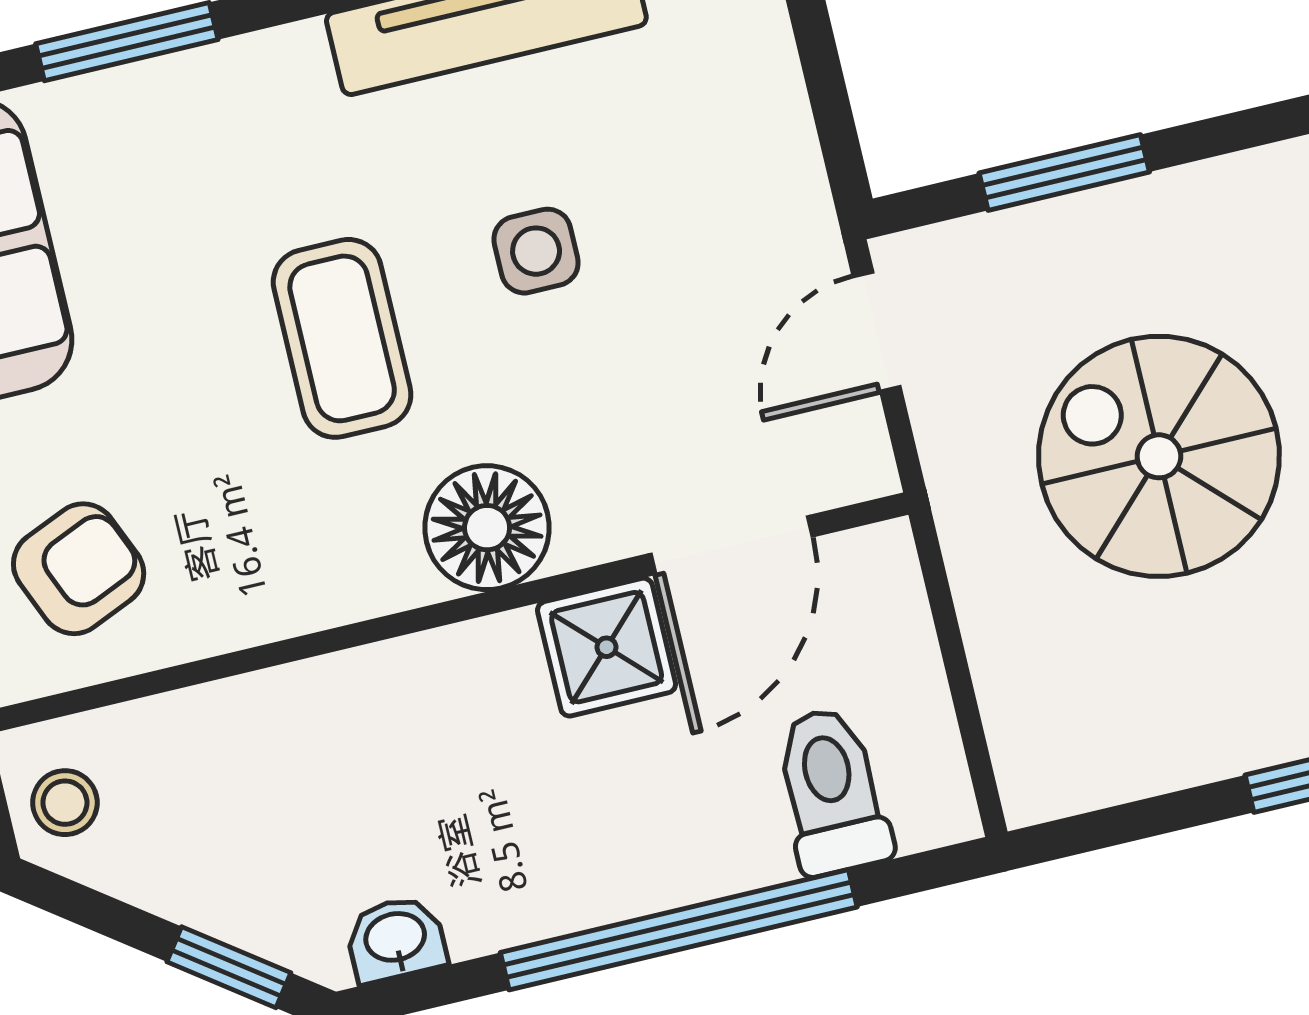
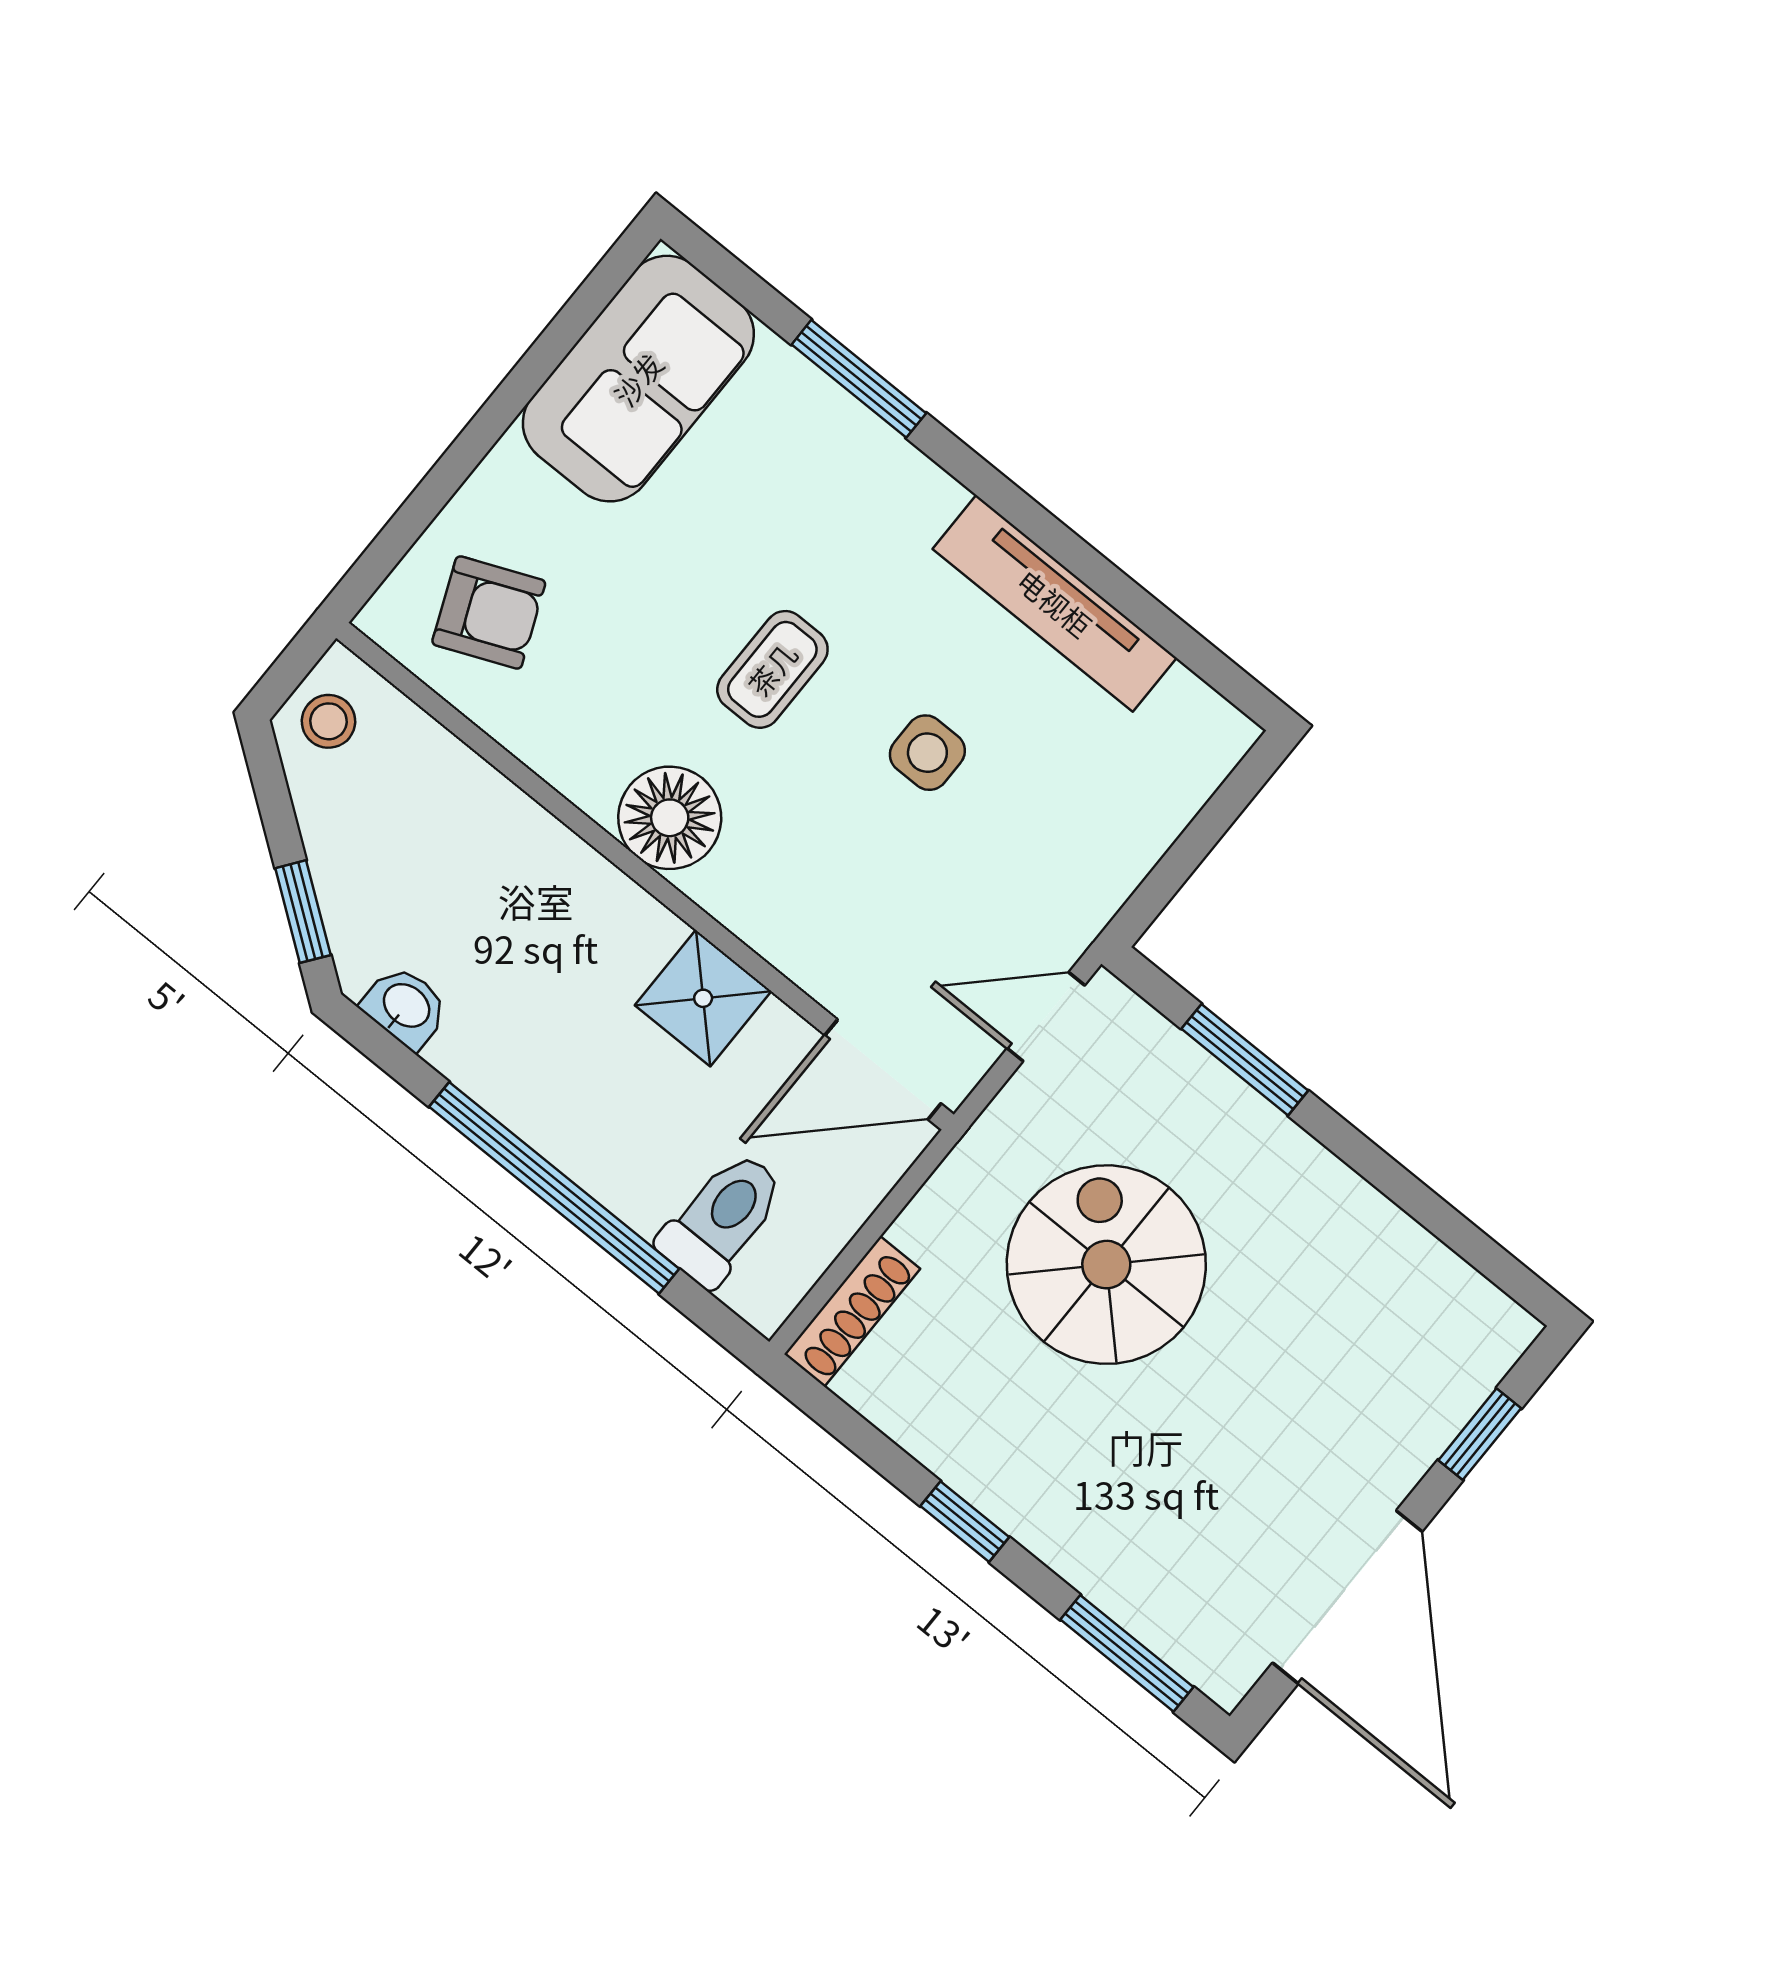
coffee table: (342, 338) -> (772, 669), width x0.73, depth x0.77
floor lamp: (487, 528) -> (670, 818), moved
door: (731, 545) -> (883, 1069), moved
shoe rack: (1017, 735) -> (852, 1311), added

